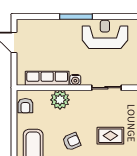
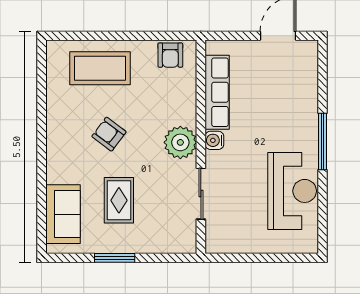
plant: (60, 100) -> (180, 142), moved
armchair: (25, 106) -> (170, 55), turned -90
armchair: (72, 142) -> (109, 134), turned 150

